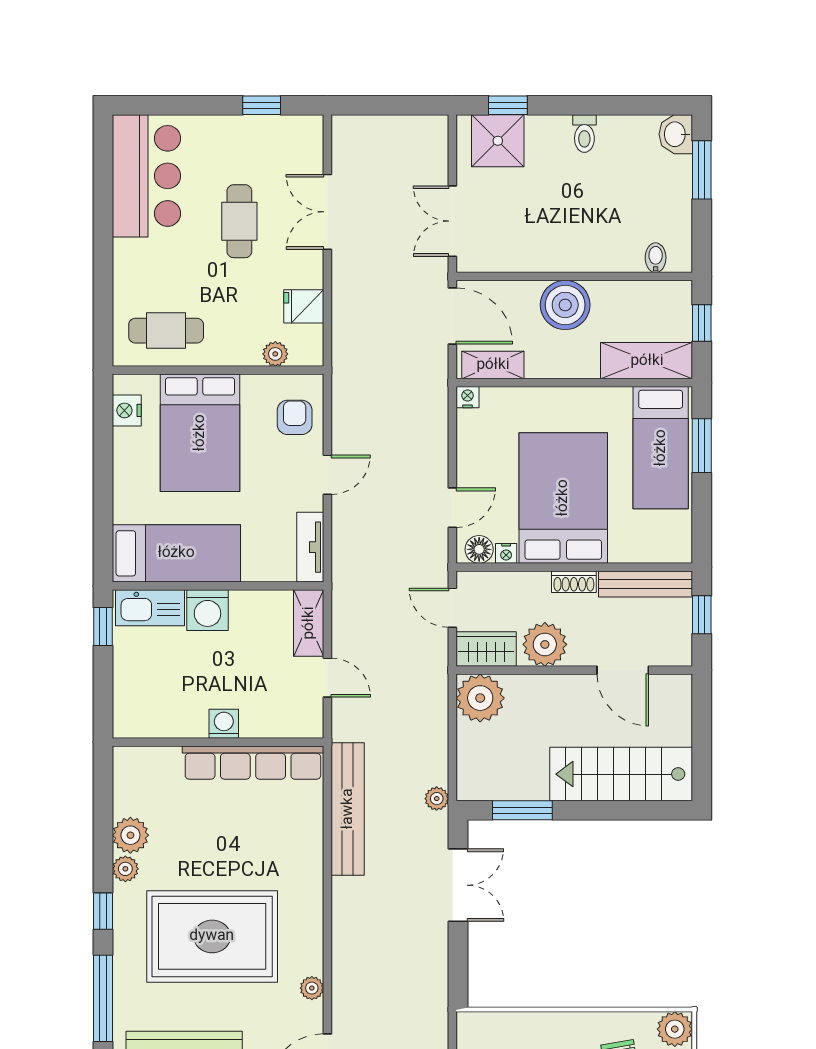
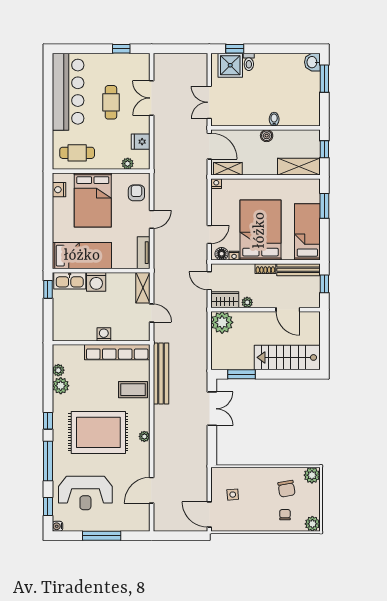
toilet: (584, 134) -> (249, 62), moved
bar counter: (146, 176) -> (68, 92), width x1.36
bidet: (656, 258) -> (274, 119), moved
boiler: (565, 305) -> (267, 136), width x0.54, depth x0.54
bed: (661, 448) -> (307, 232), moved, turned 180
plant: (545, 644) -> (247, 302), width x0.53, depth x0.53
plant: (437, 799) -> (202, 369), removed
coffee table: (287, 844) -> (133, 390), added
plant: (125, 869) -> (58, 370), moved
plant: (312, 988) -> (144, 436), moved

